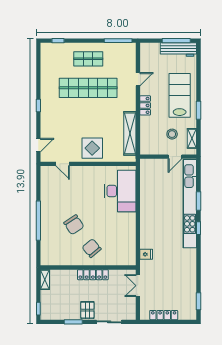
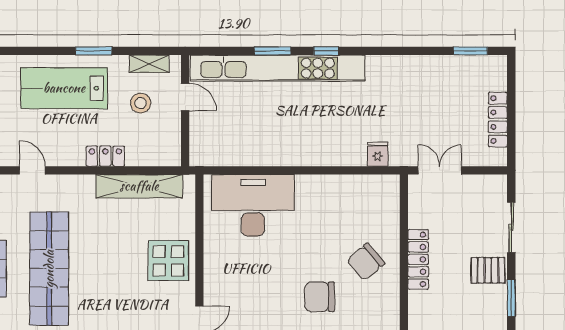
locker: (145, 105) -> (105, 156), moved
chair: (74, 225) -> (320, 297), turned -147
double door: (138, 286) -> (440, 170), swing flipped

